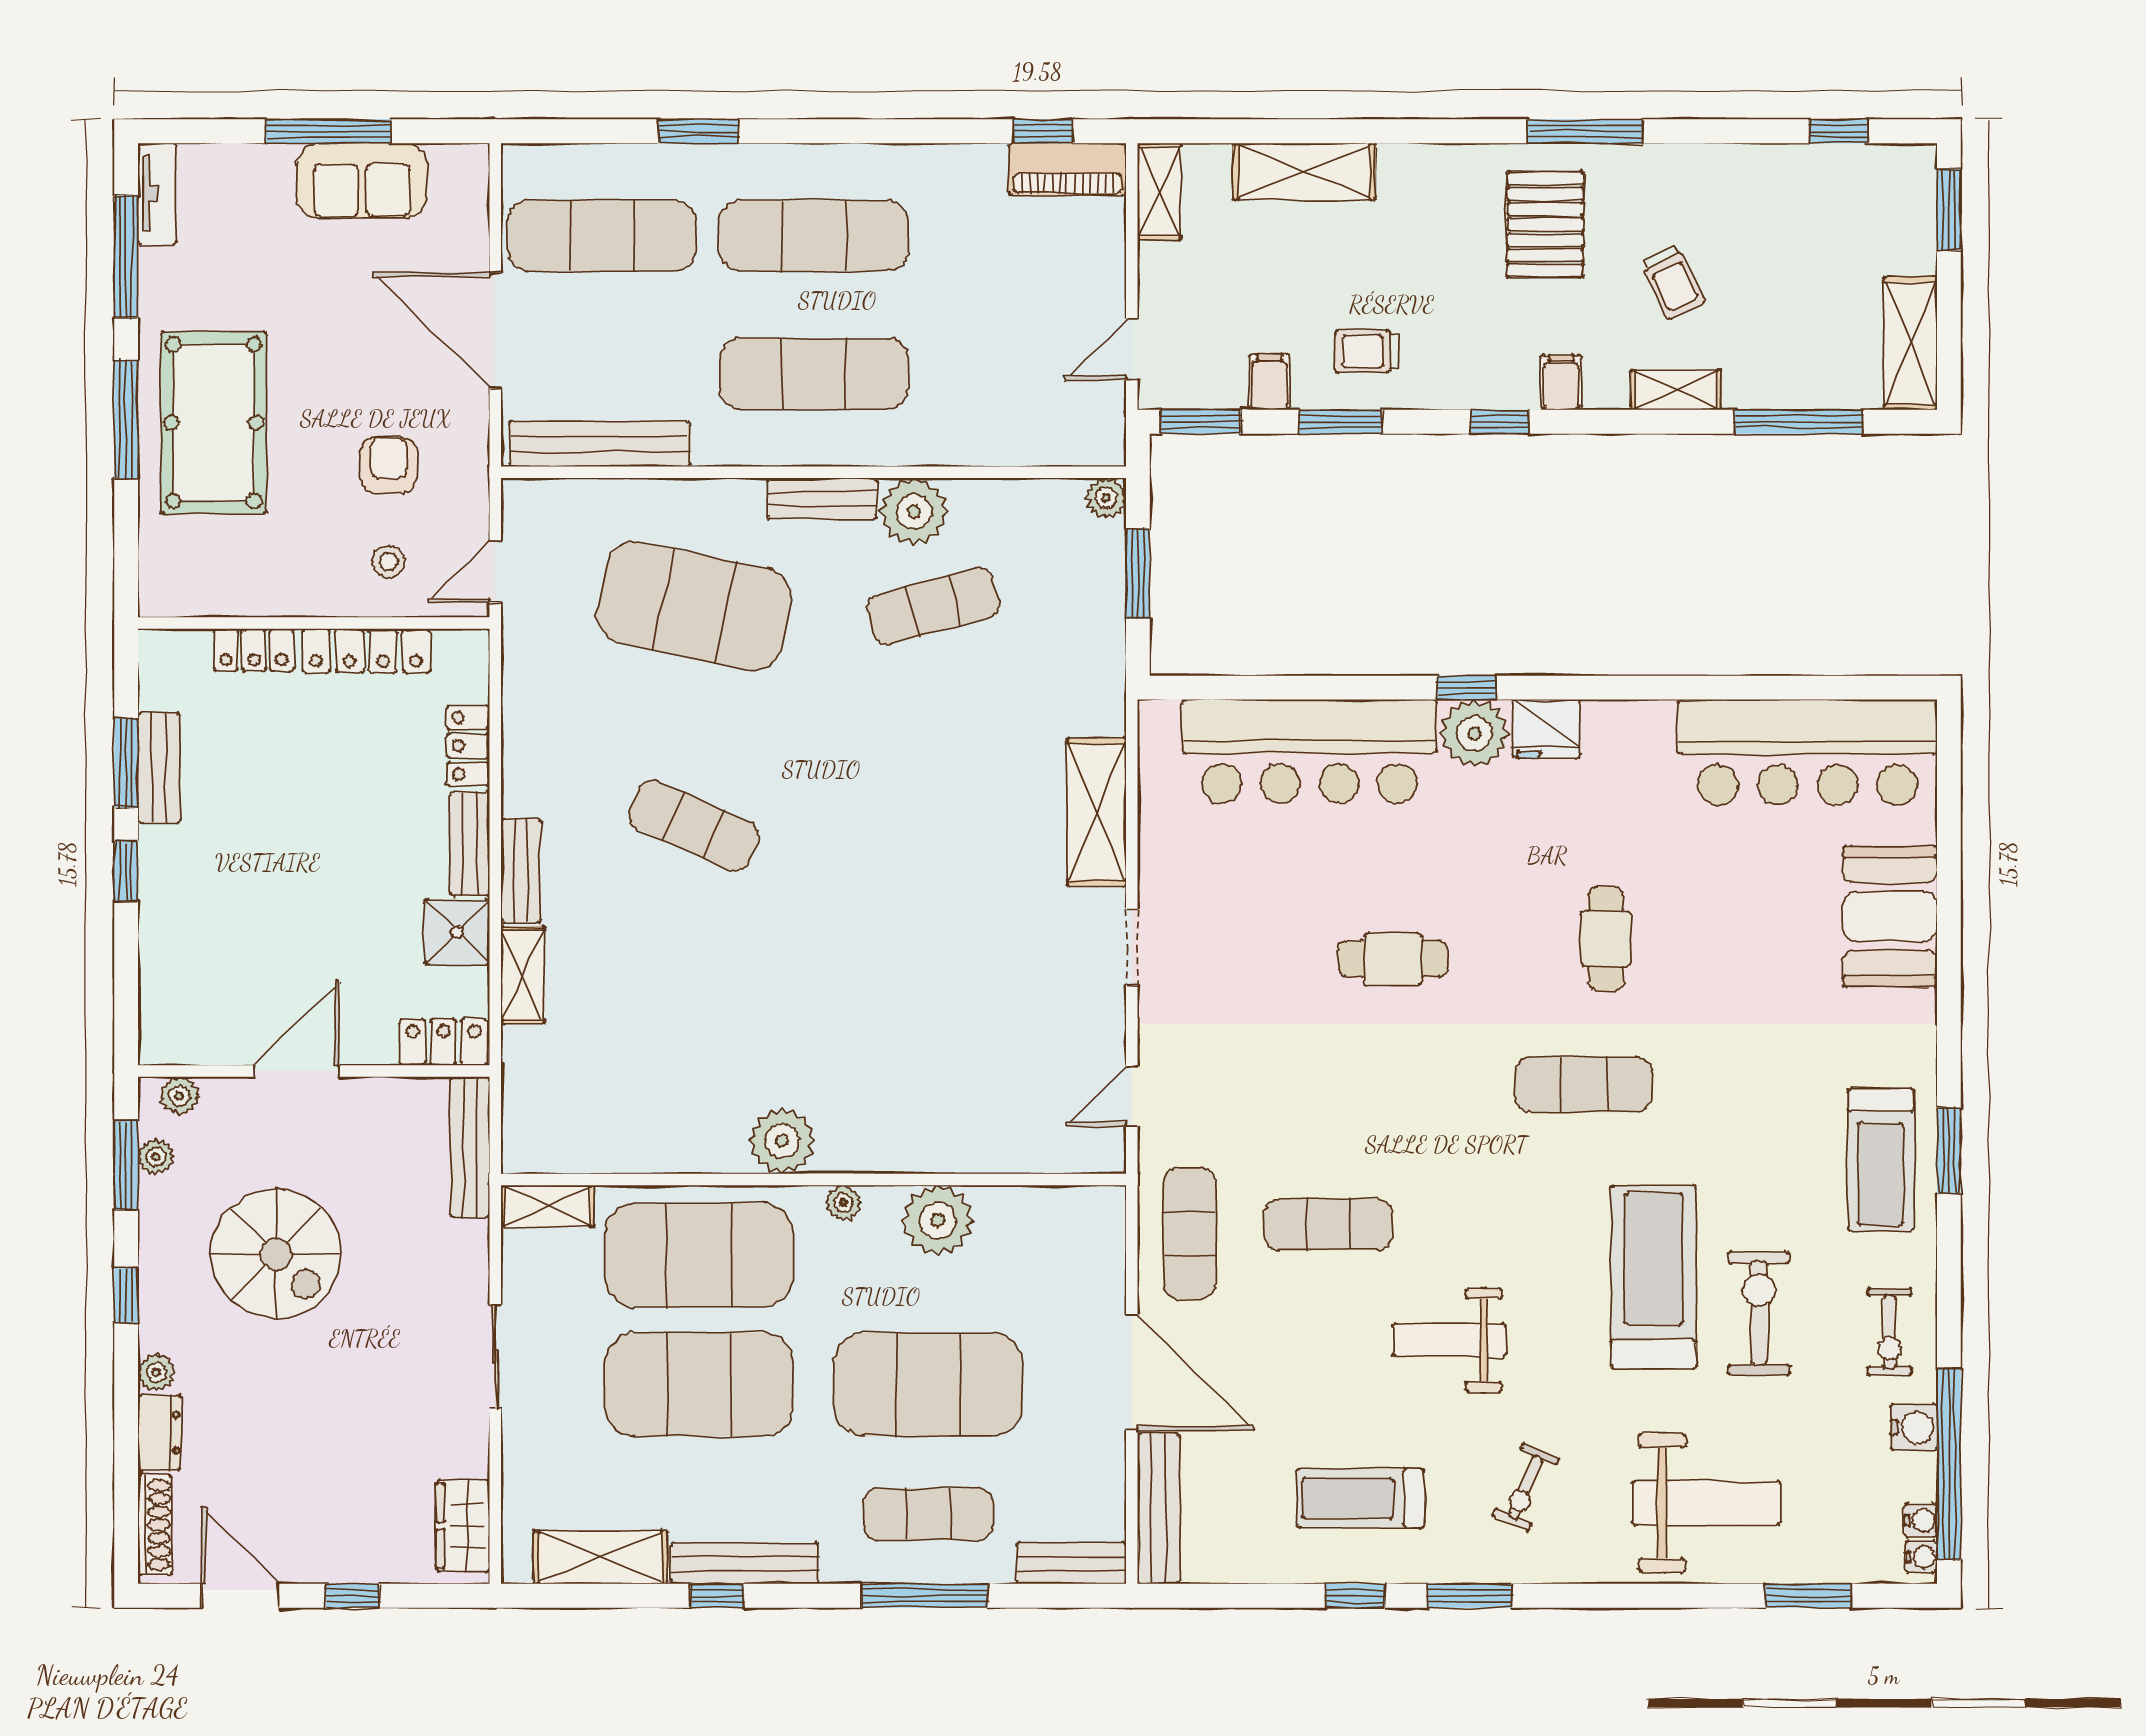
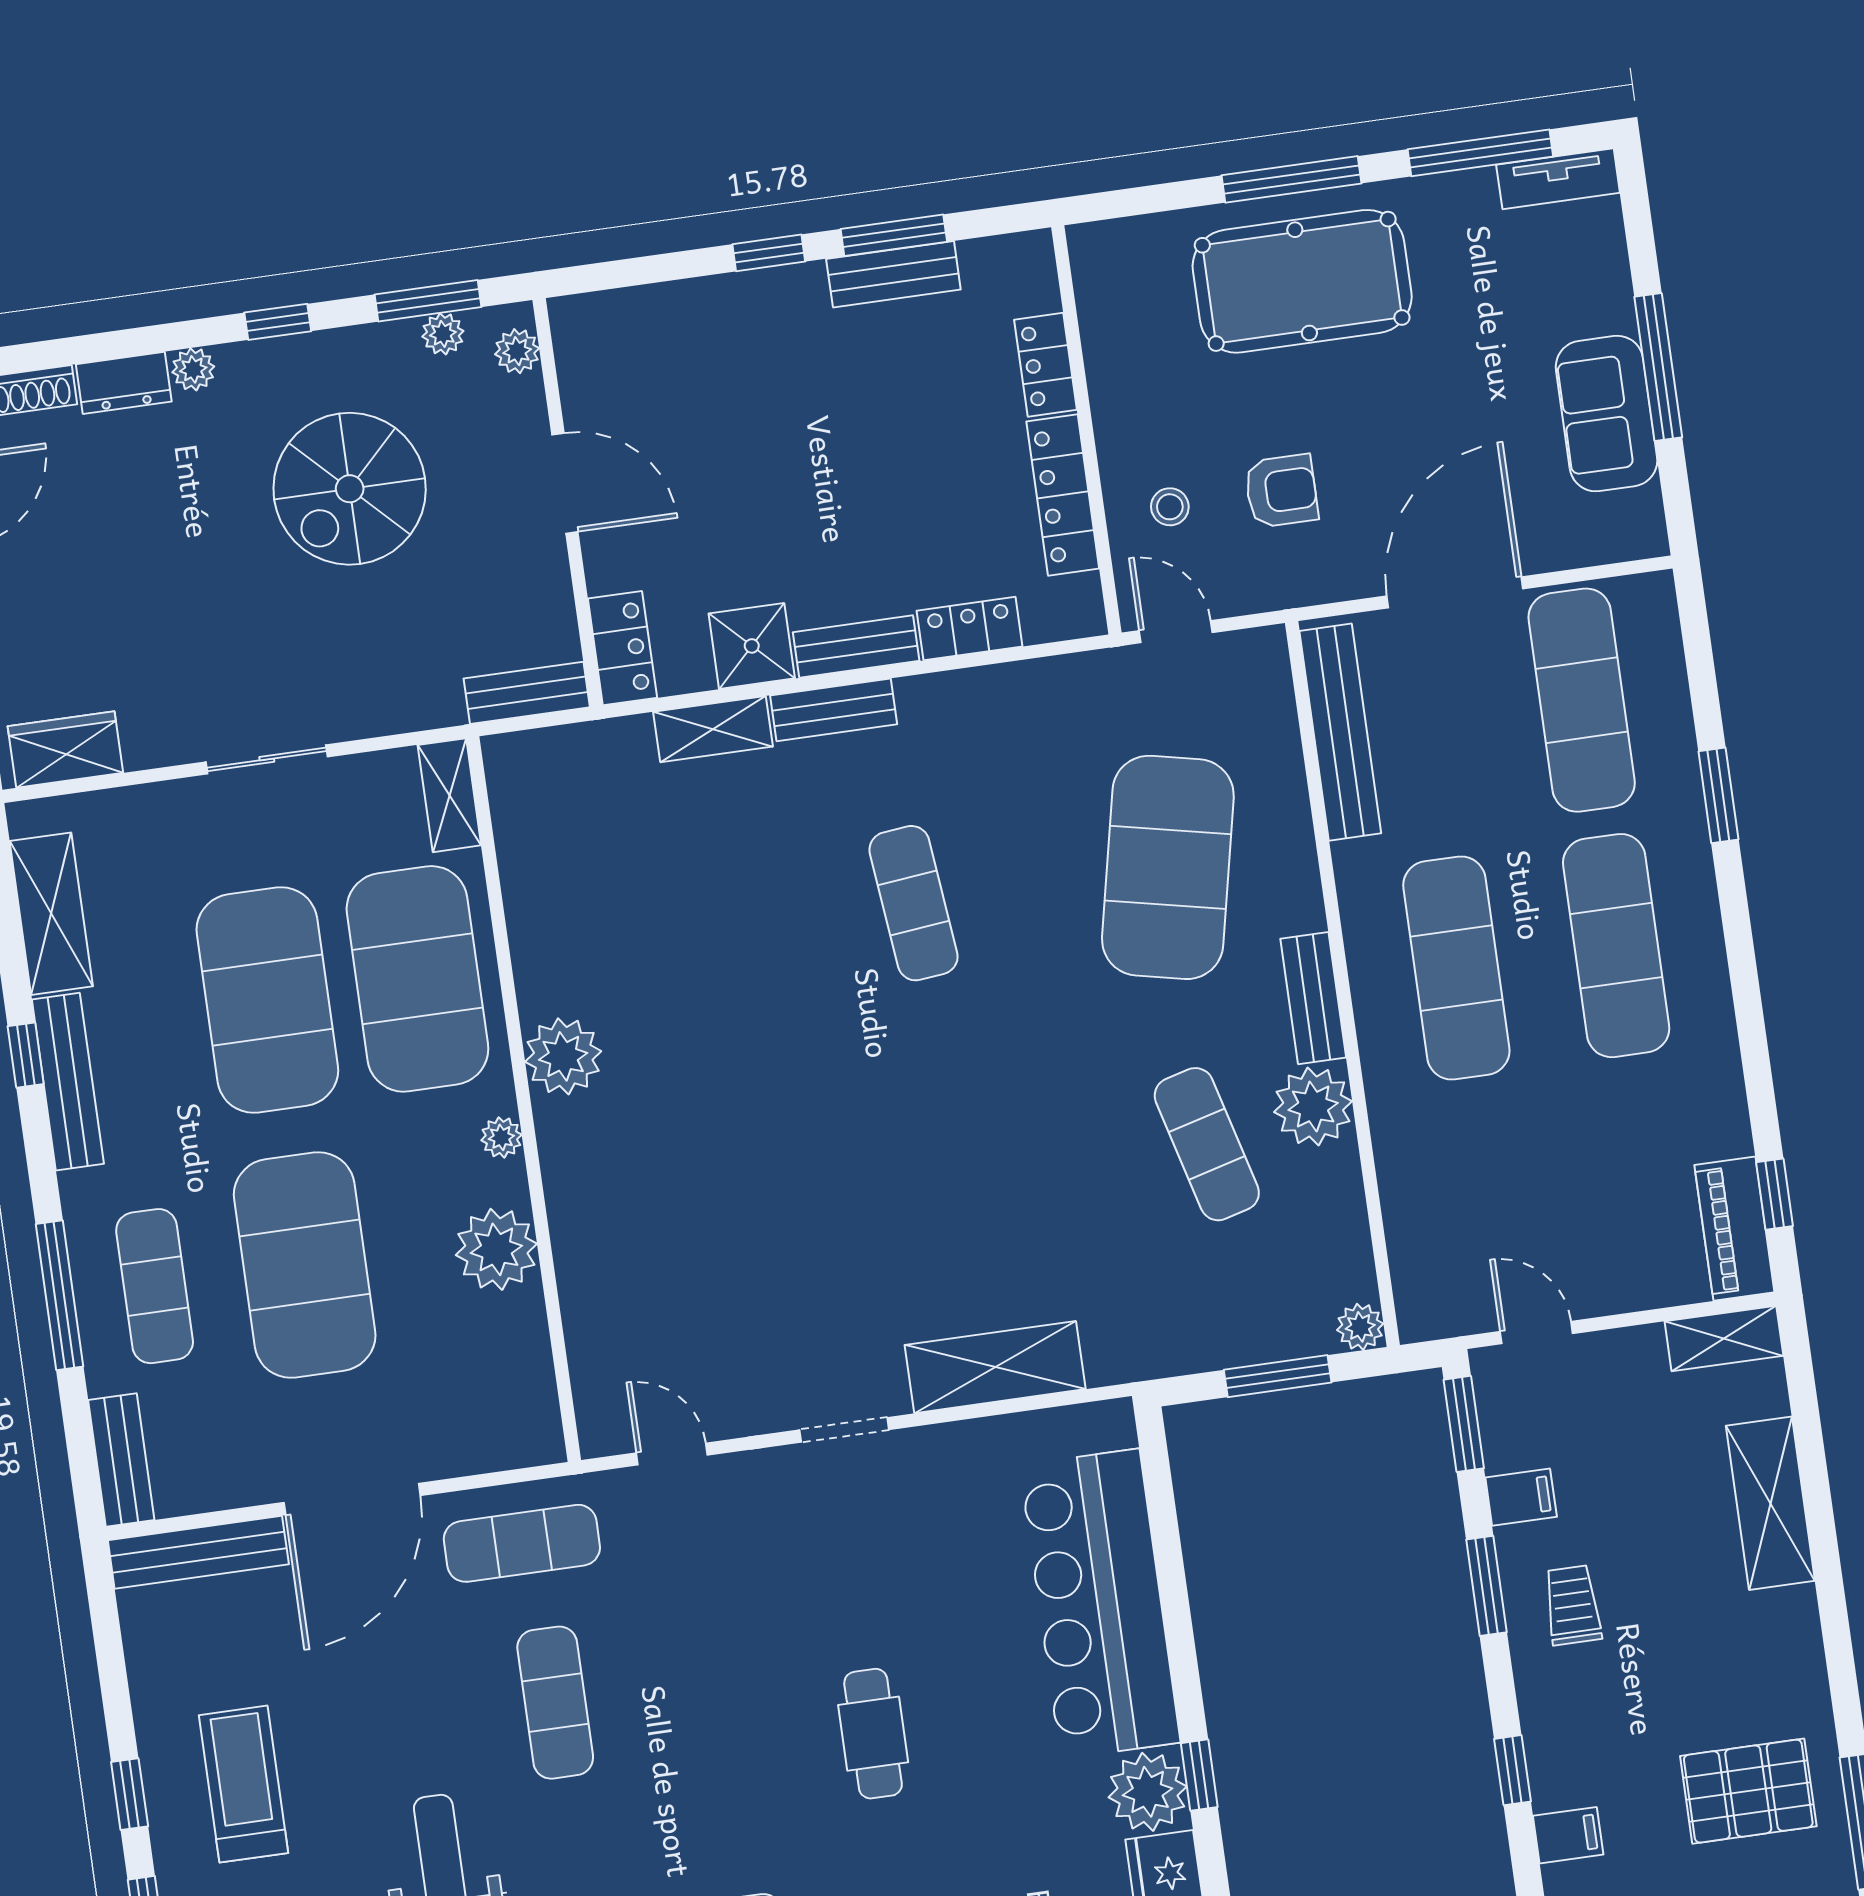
exercise mat: (694, 826) -> (914, 903), turned -30
bench: (470, 1147) -> (527, 693), width x0.73

